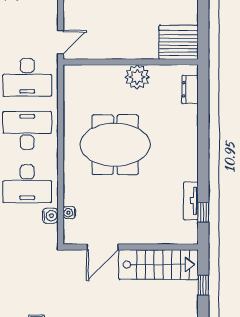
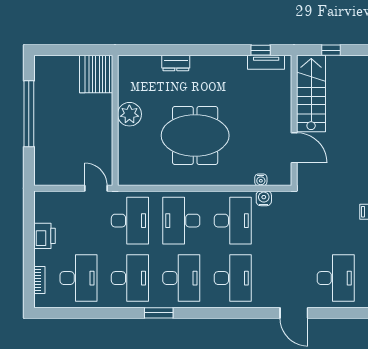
dresser: (190, 89) -> (176, 63), moved
meeting table: (115, 145) -> (195, 135), turned 90
tv unit: (191, 201) -> (266, 62), moved

